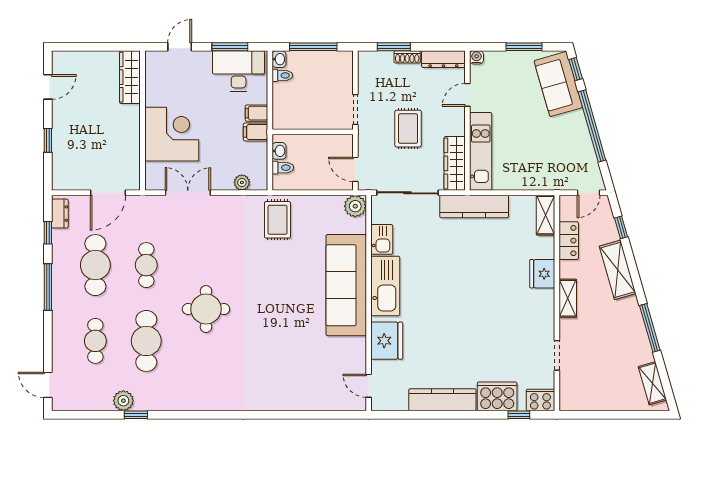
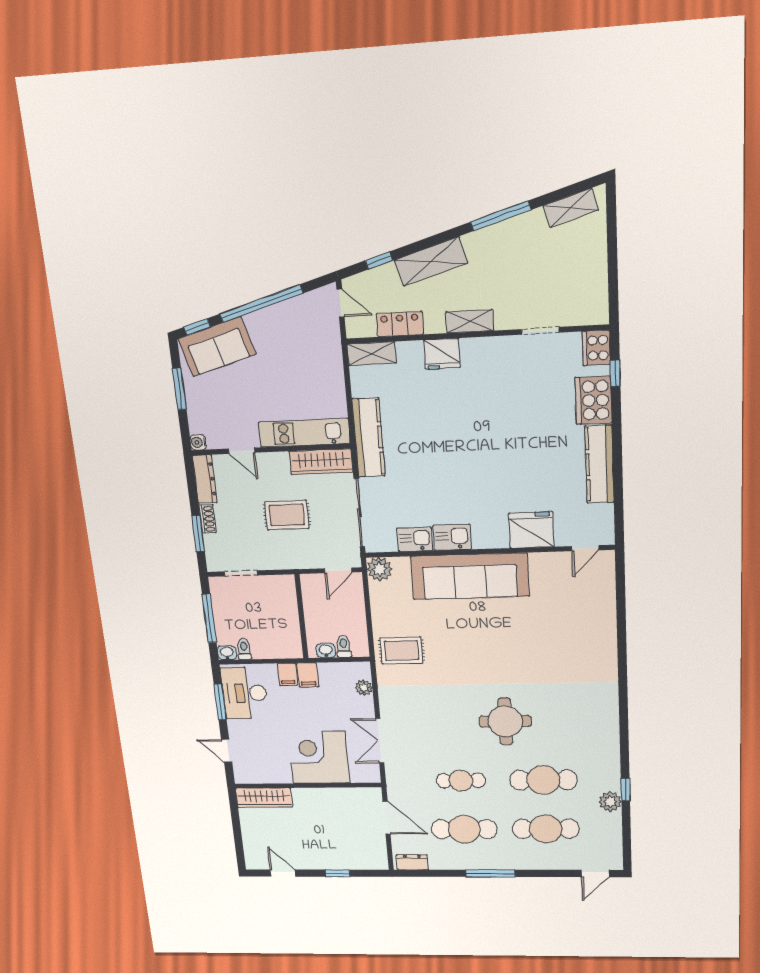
doorway: (355, 109) -> (241, 573), moved
window: (48, 233) -> (433, 873), removed
kitchen sink: (385, 286) -> (452, 537), width x0.53, depth x0.81
cafe table: (95, 341) -> (546, 829), width x1.37, depth x1.35

